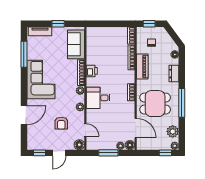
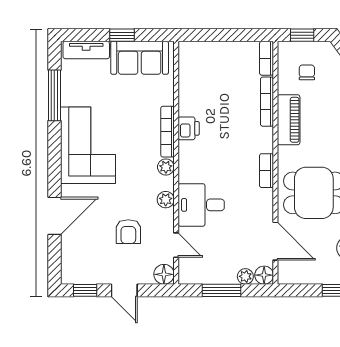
sofa: (76, 44) -> (140, 58), moved, turned -90
desk: (98, 98) -> (201, 205), moved
door: (59, 153) -> (124, 290), hinge flipped

